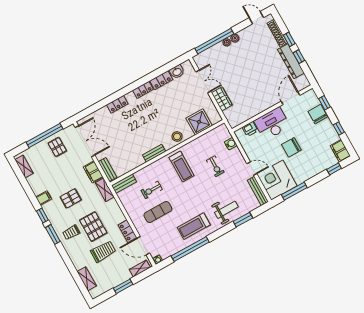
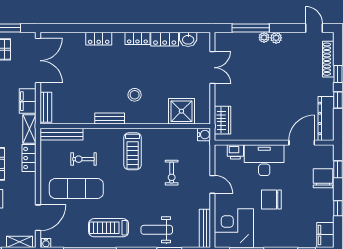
window: (214, 41) -> (251, 28), width x0.68
dresser: (291, 61) -> (326, 118), moved
wardrobe: (222, 99) -> (222, 120), moved
stool: (177, 137) -> (135, 95), moved
water cooler: (231, 144) -> (204, 135), moved
door: (252, 169) -> (212, 184), moved
bench: (124, 184) -> (61, 134), width x1.36
weight bench: (226, 210) -> (157, 230), turned 180
exercise mat: (158, 212) -> (76, 189), width x1.36, depth x1.45
locker: (127, 231) -> (29, 158), moved
door: (143, 246) -> (38, 218), swing flipped

